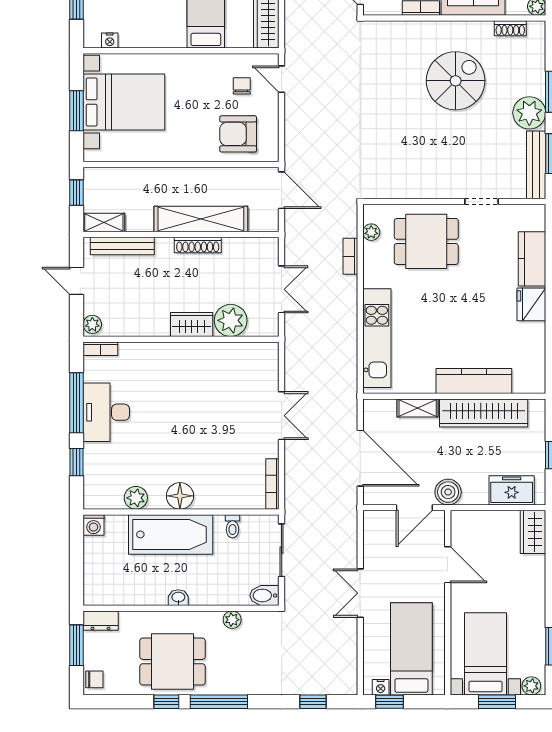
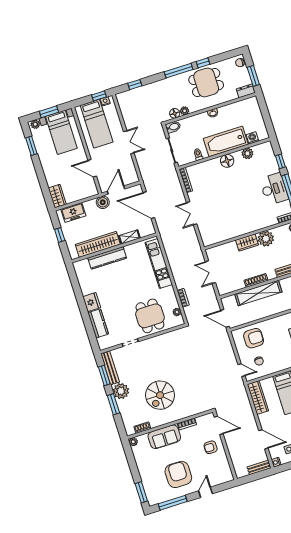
dining table: (426, 241) -> (150, 316), turned 90
plant: (231, 320) -> (266, 239), moved
washing machine: (93, 525) -> (252, 138), moved
floor lamp: (253, 621) -> (175, 113), added

